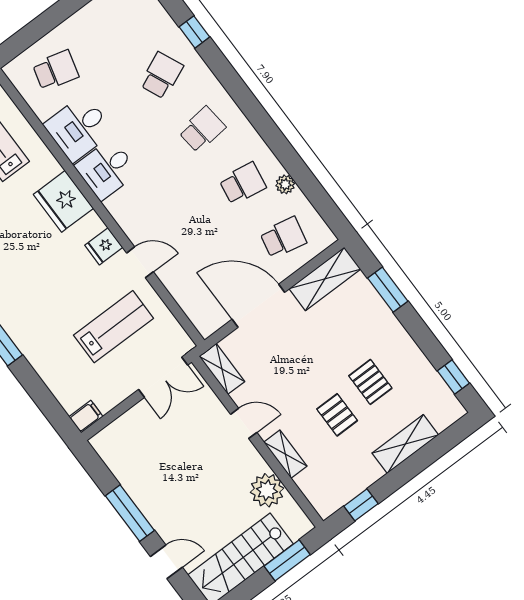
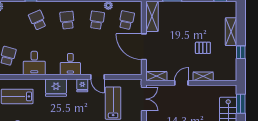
desk: (107, 169) -> (70, 64), moved
door: (140, 262) -> (97, 77), swing flipped
door: (258, 306) -> (144, 47), hinge flipped
pallet: (370, 382) -> (200, 28), removed
plant: (267, 490) -> (211, 92), removed
window: (361, 505) -> (241, 52), moved

